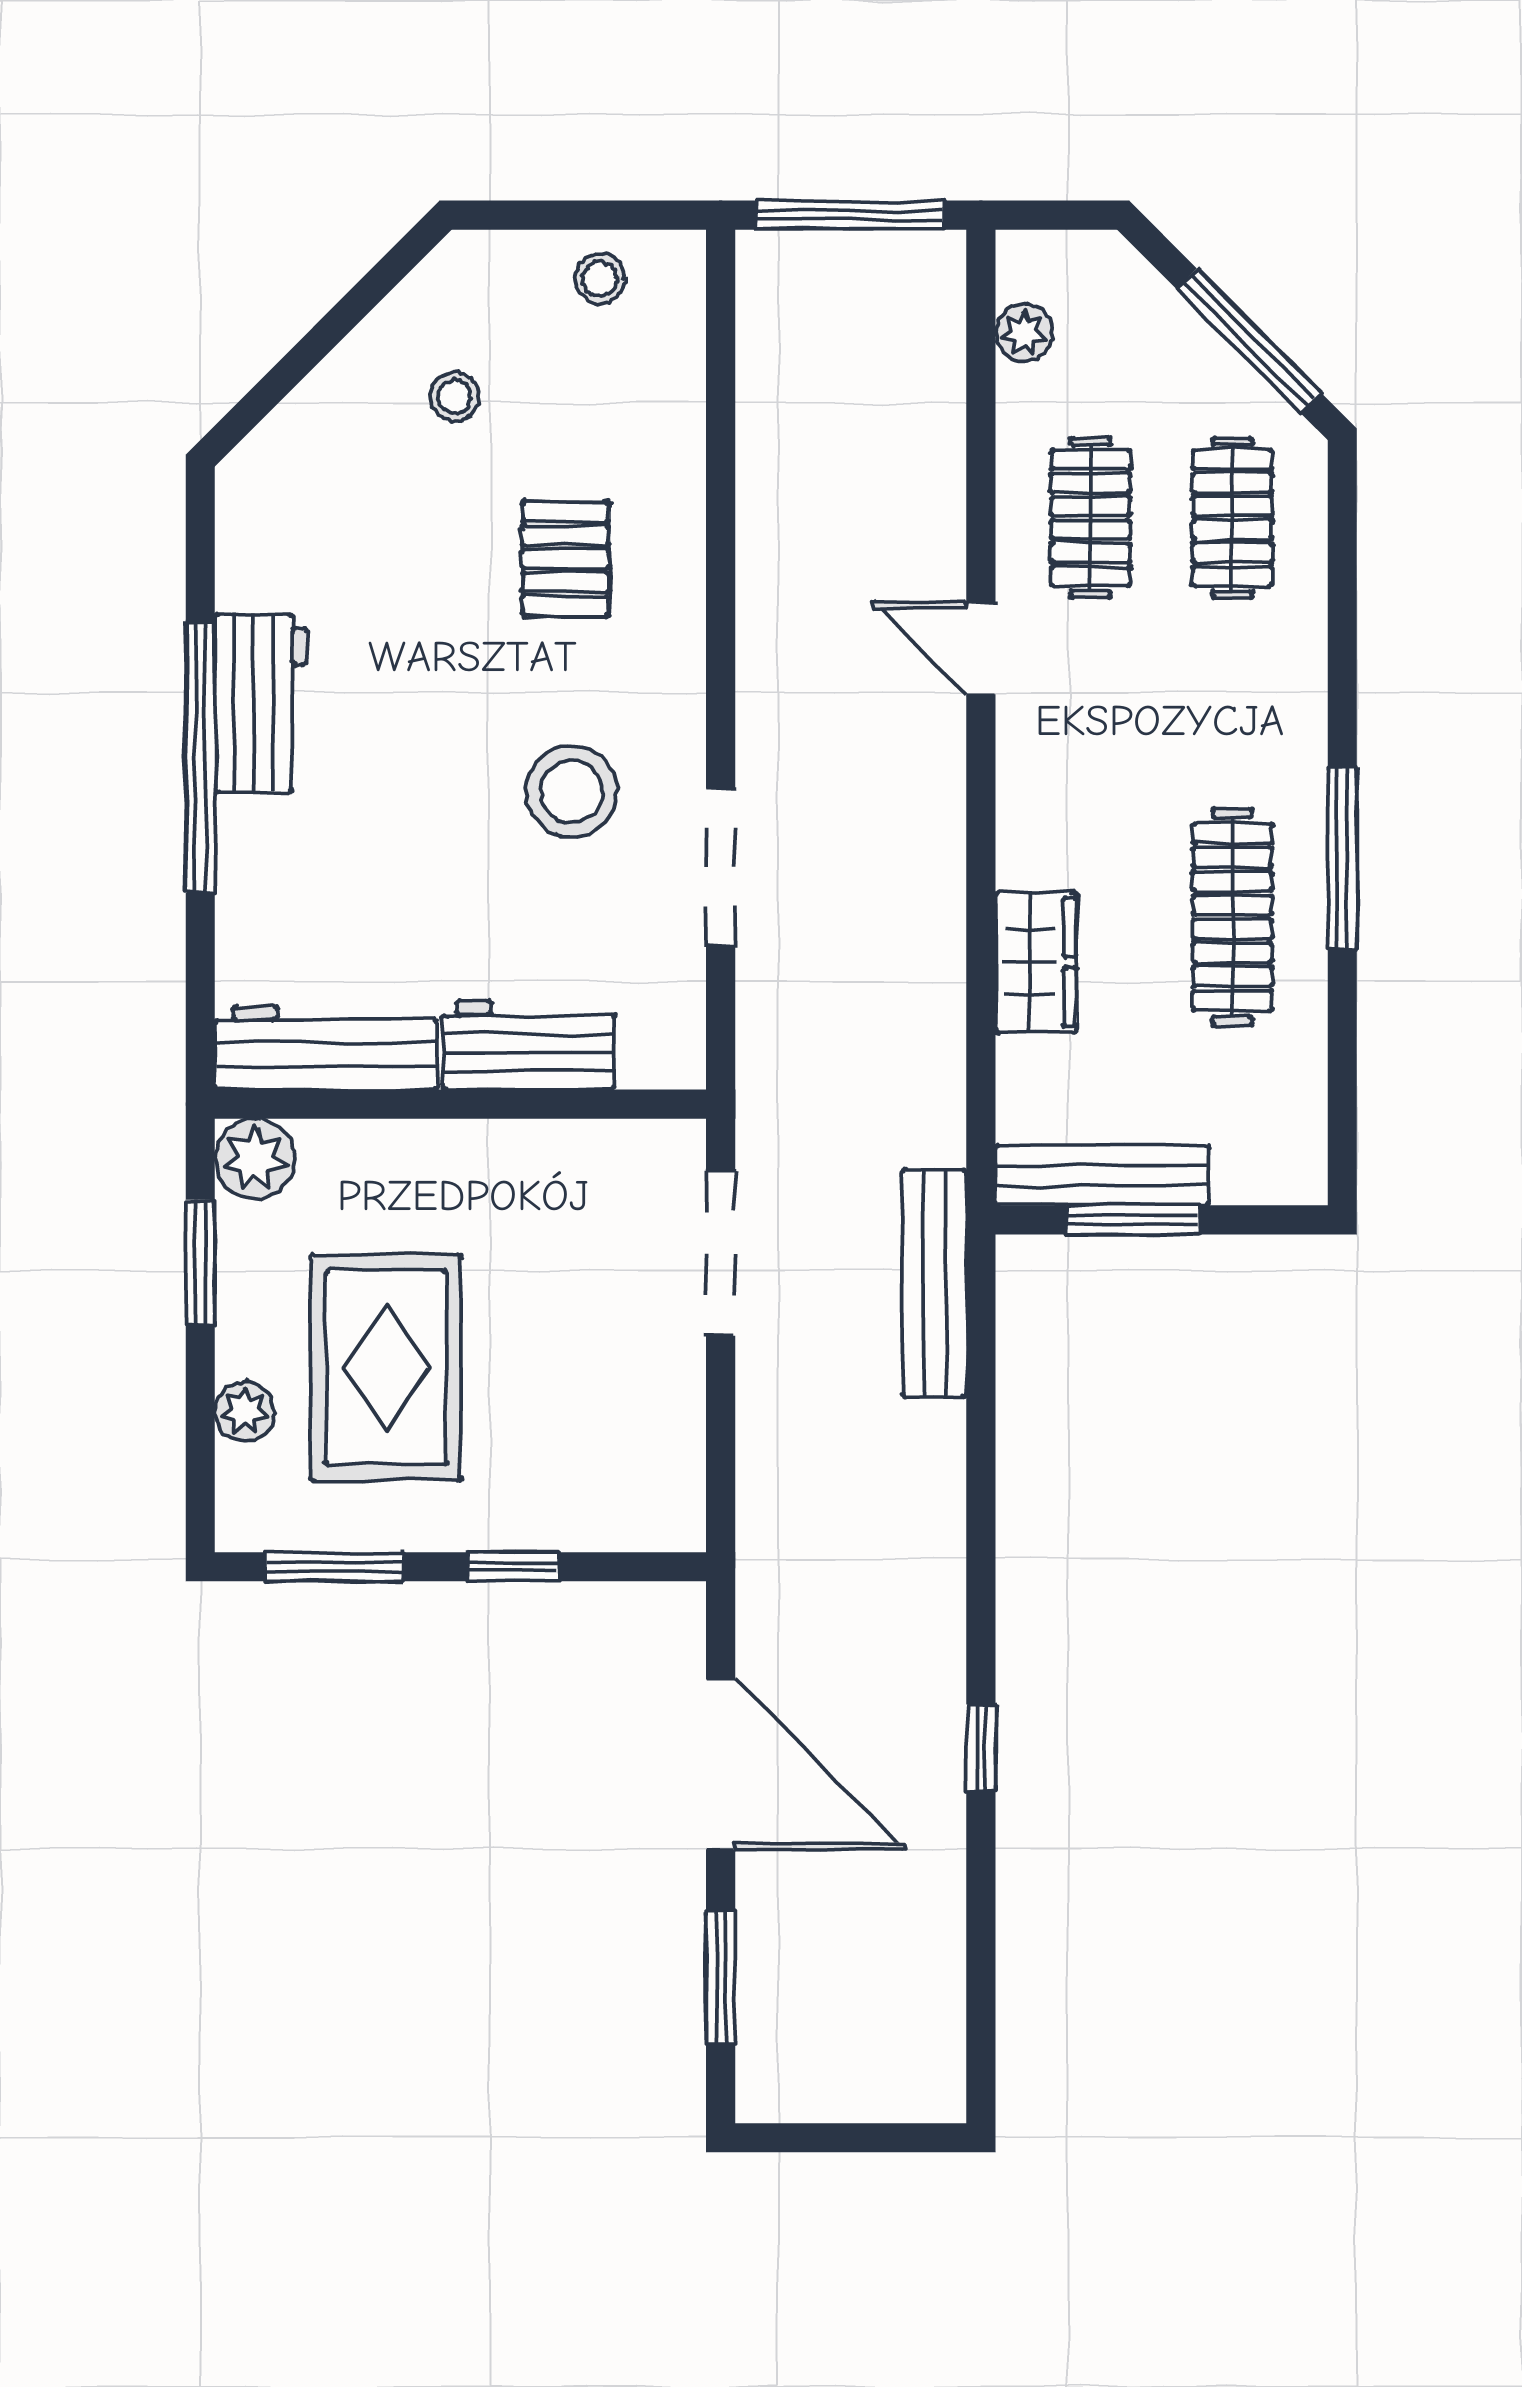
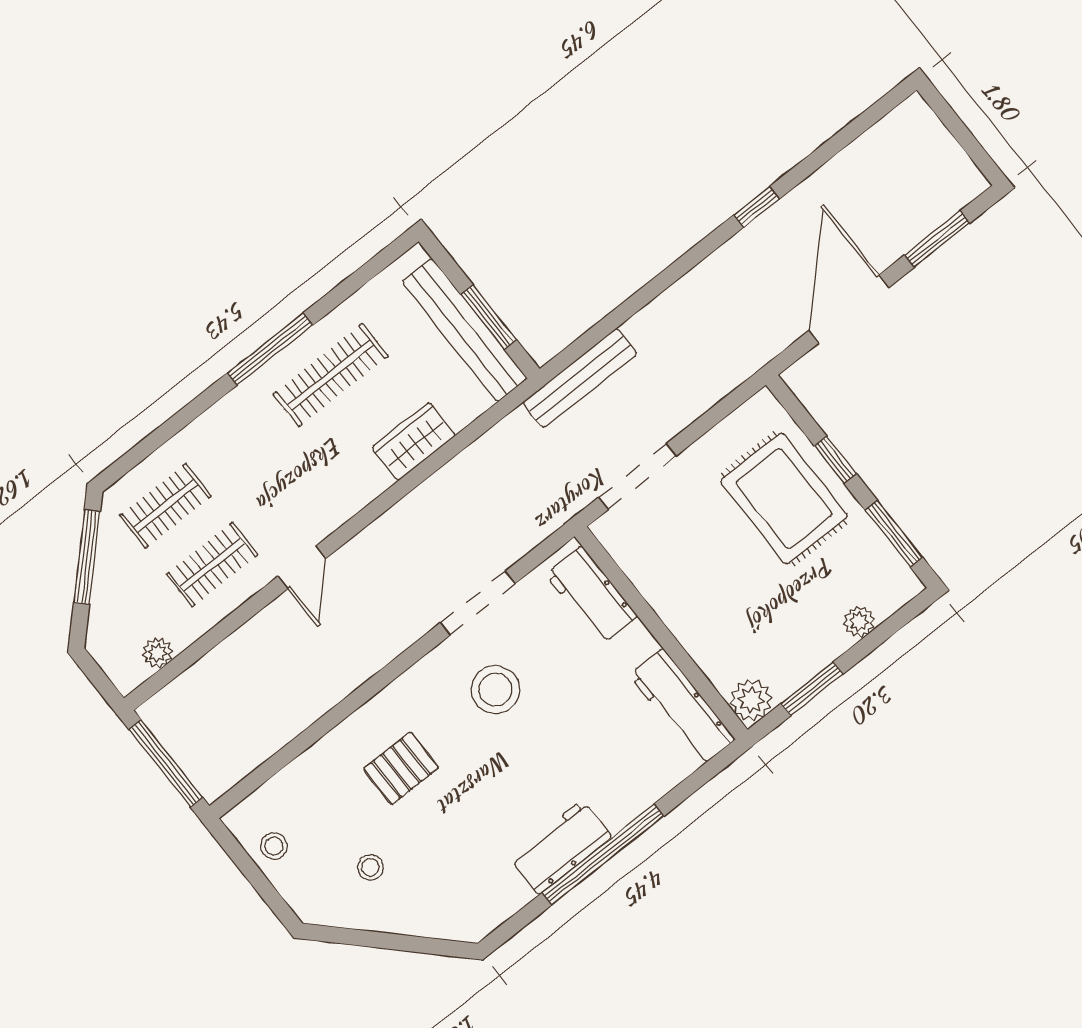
workbench: (529, 1045) -> (592, 595), moved
bench: (1102, 1175) -> (465, 330), width x1.37, depth x1.21
rug: (386, 1367) -> (784, 499), moved, turned 90

